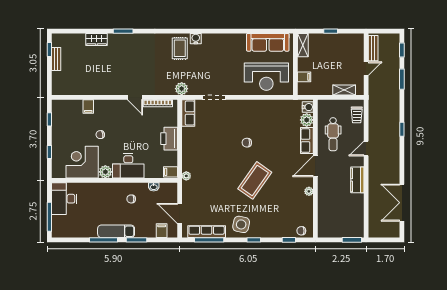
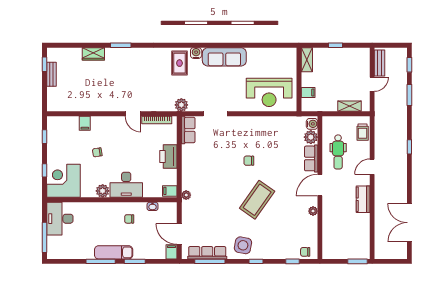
sofa: (268, 42) -> (224, 57), moved
corner desk: (82, 162) -> (63, 181), moved
filing cabinet: (162, 231) -> (172, 252), moved

